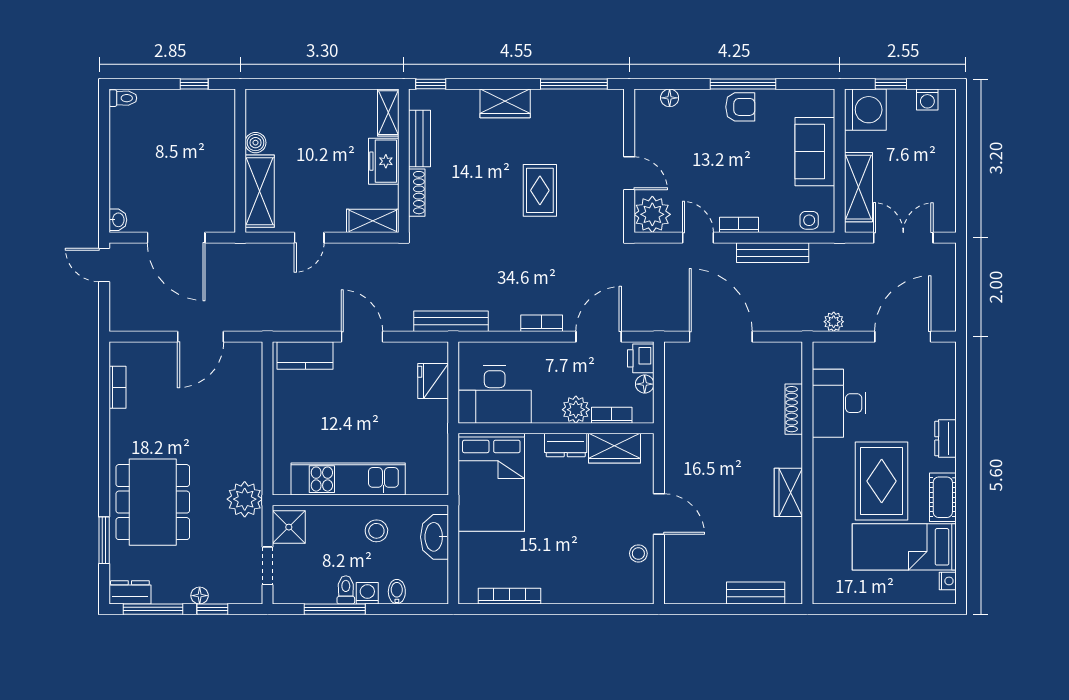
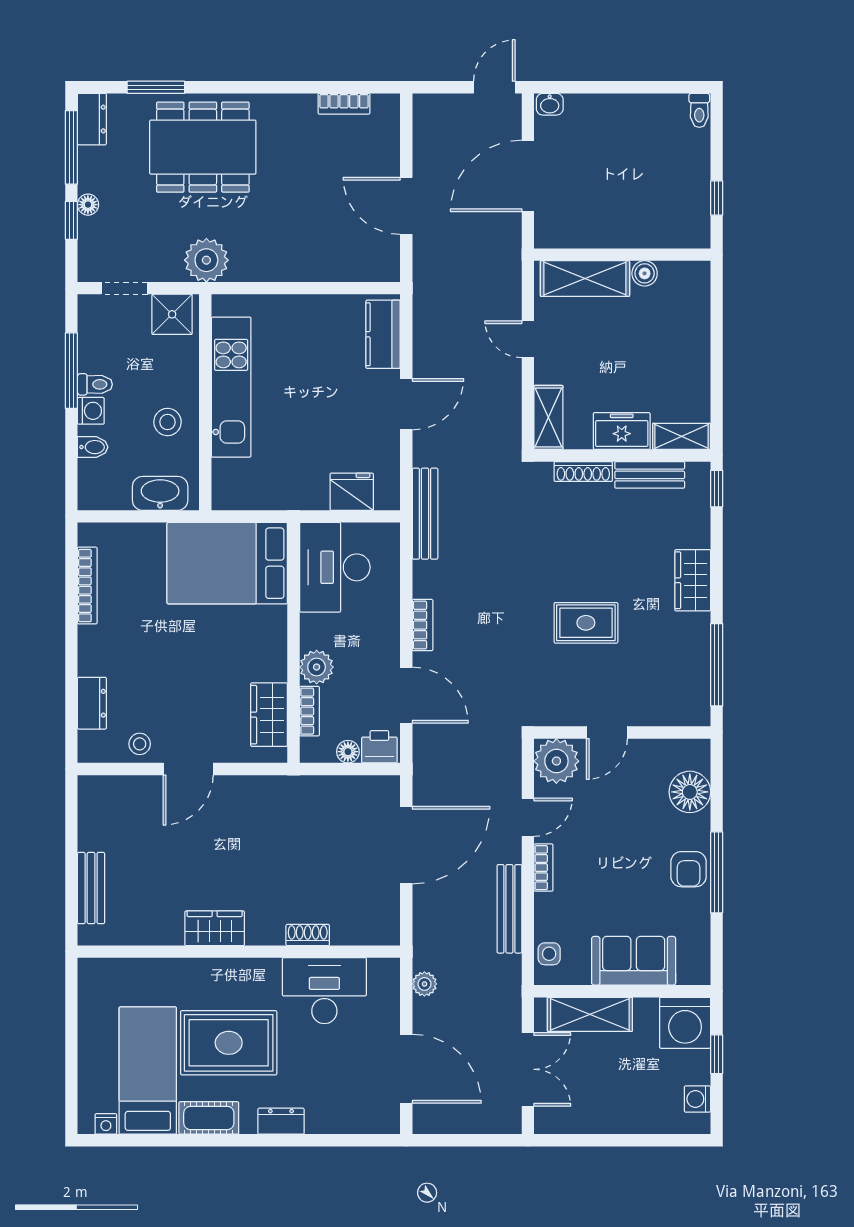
floor lamp: (670, 98) -> (690, 792), width x1.89, depth x1.89
shoe rack: (794, 409) -> (308, 935), width x0.70
dresser: (566, 445) -> (92, 703), moved, turned 180

